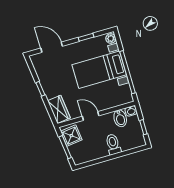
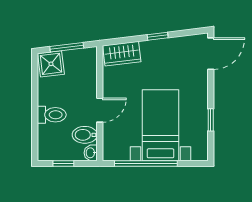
plant: (111, 39) -> (199, 154), removed
door: (52, 47) -> (211, 54), moved
door: (91, 116) -> (100, 110), moved
shower: (71, 136) -> (51, 64), moved

